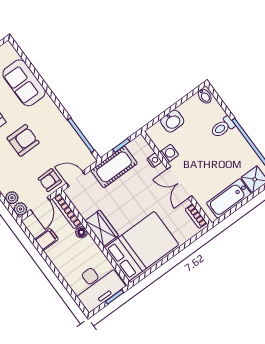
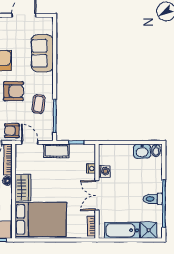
washbasin: (172, 121) -> (142, 151), moved
toilet: (223, 127) -> (153, 199), moved
coffee table: (57, 135) -> (39, 104), added
cot: (114, 167) -> (56, 151), width x0.73, depth x0.75

